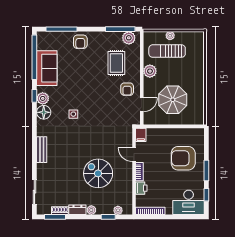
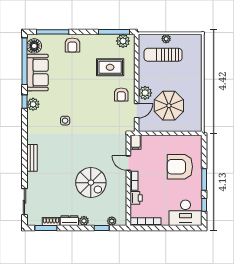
rug: (116, 63) -> (110, 67), turned 90
plant: (150, 71) -> (145, 93), moved
floor lamp: (44, 112) -> (34, 46), moved
spiral stairs: (98, 173) -> (91, 183), turned 180

